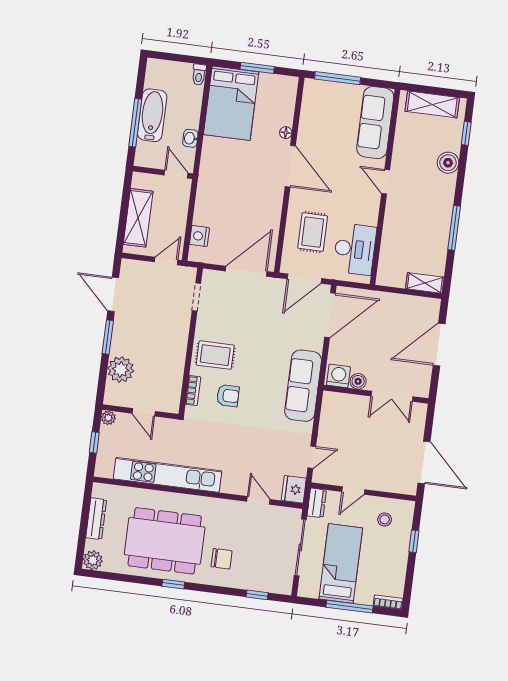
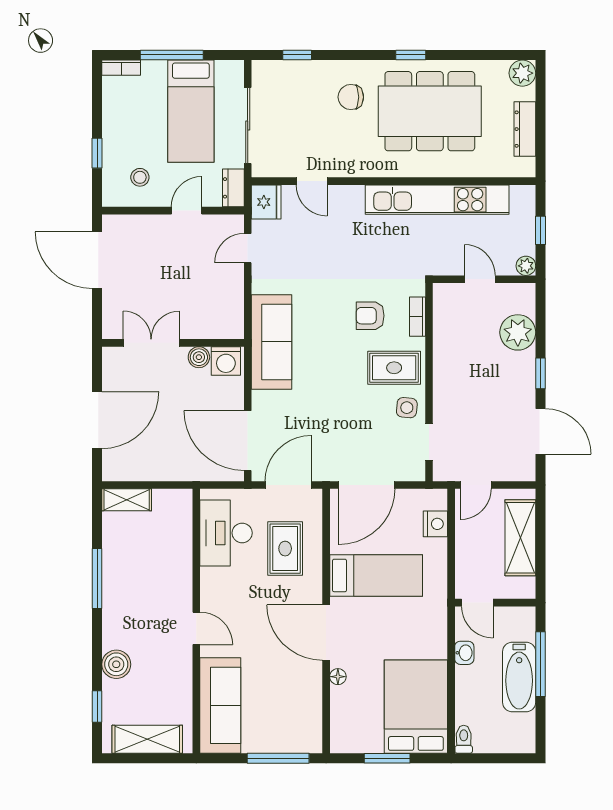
bed: (248, 204) -> (376, 575), added
door: (330, 315) -> (248, 441), hinge flipped
side table: (210, 324) -> (407, 408), added
window: (108, 337) -> (541, 373), width x0.67

